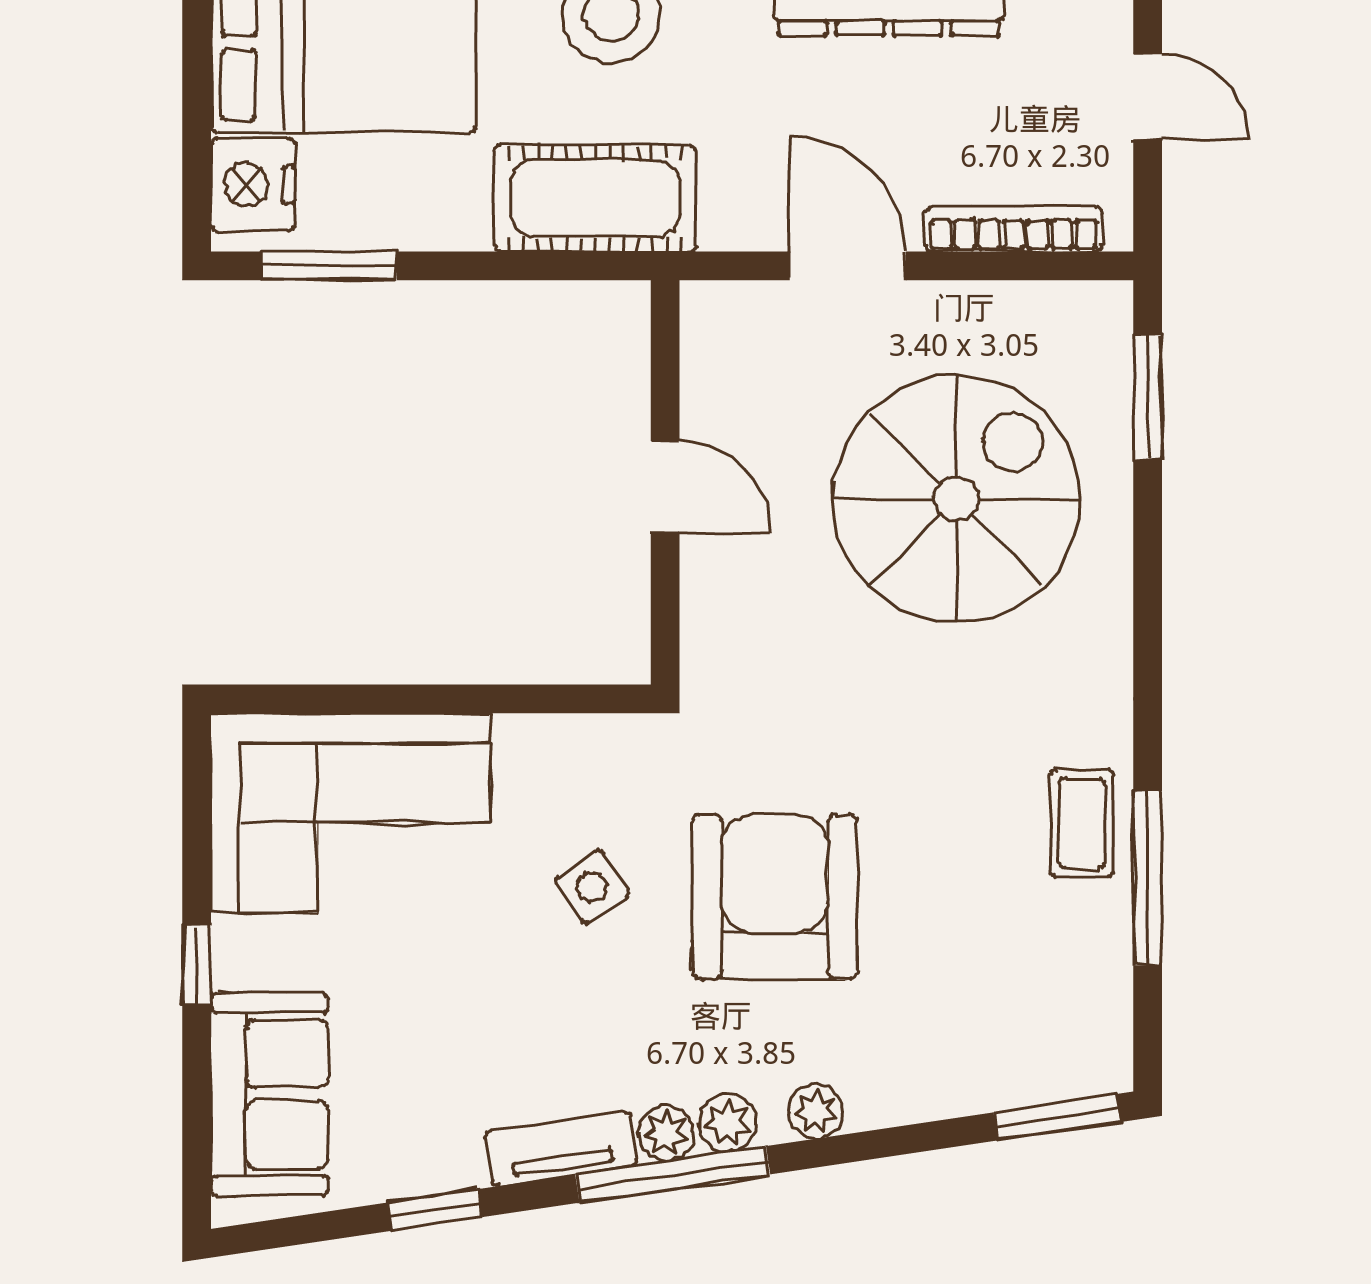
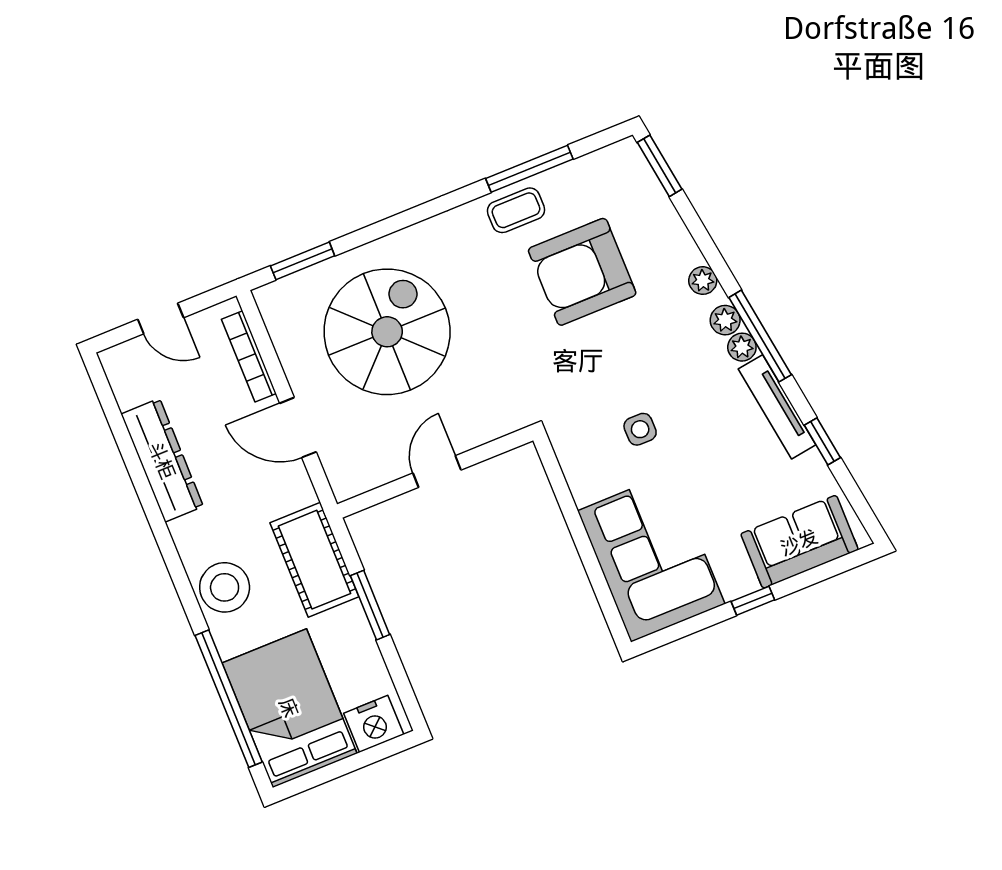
door: (1148, 97) -> (161, 318), swing flipped
window: (329, 266) -> (370, 605), moved
door: (848, 266) -> (298, 428), hinge flipped
spiral stairs: (956, 499) -> (387, 332), turned 90
side table: (592, 887) -> (640, 429), turned 33
armchair: (775, 897) -> (582, 272), moved
tv unit: (561, 1149) -> (777, 407), width x1.41

